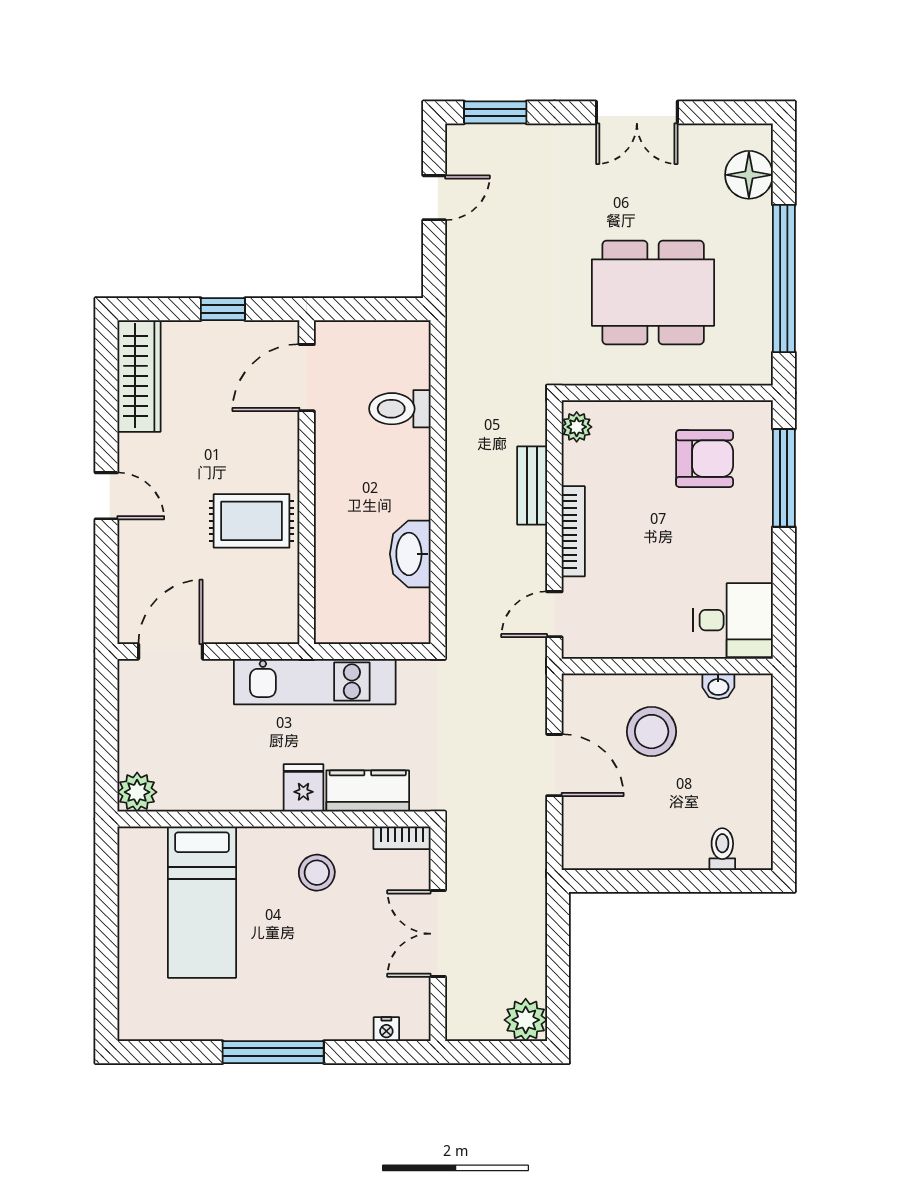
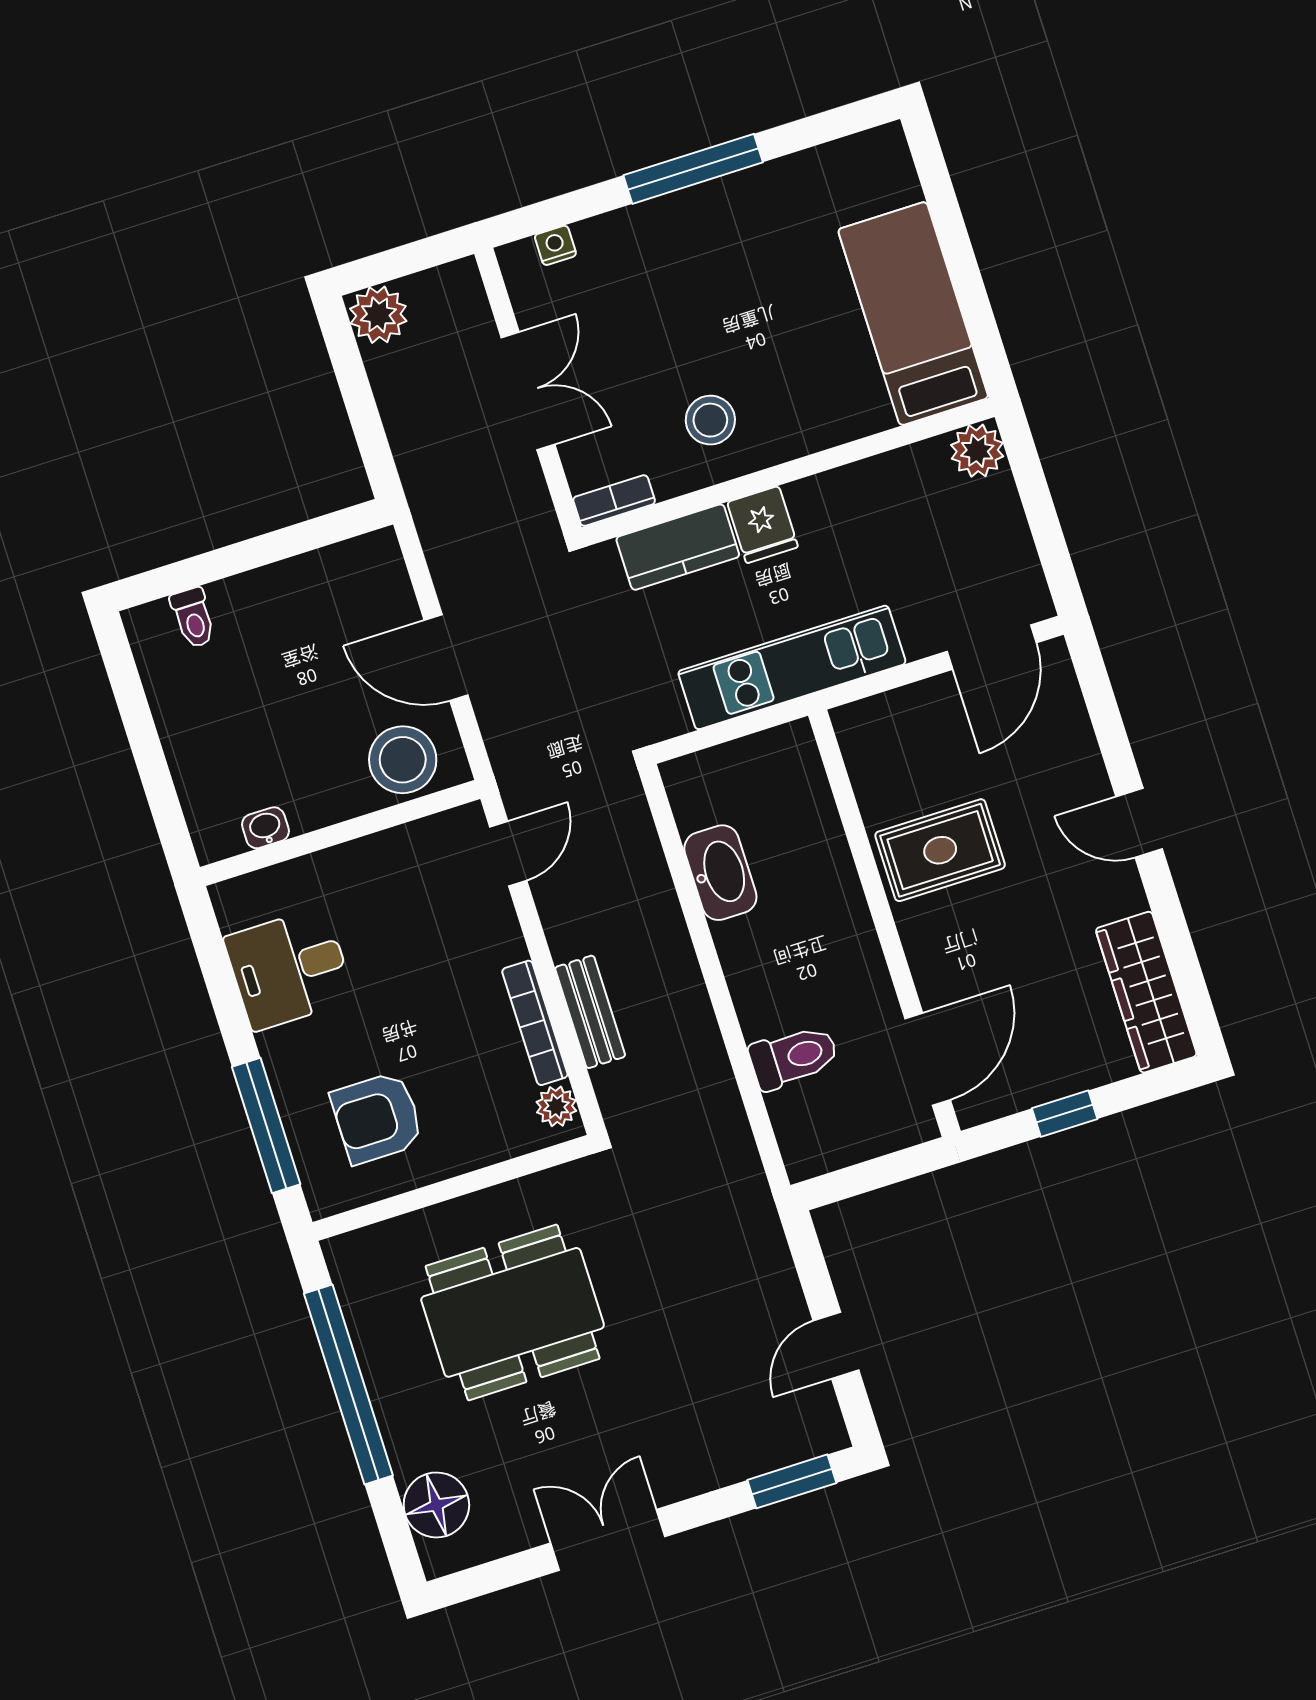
bookcase: (573, 531) -> (535, 1023), moved
desk: (733, 620) -> (289, 969), moved
stool: (652, 732) -> (403, 760), moved
bed: (202, 902) -> (913, 314), moved

